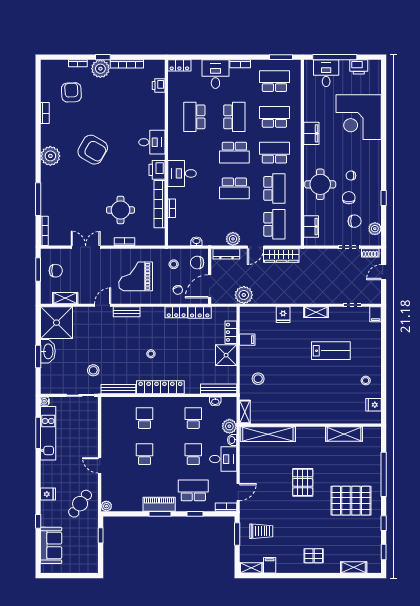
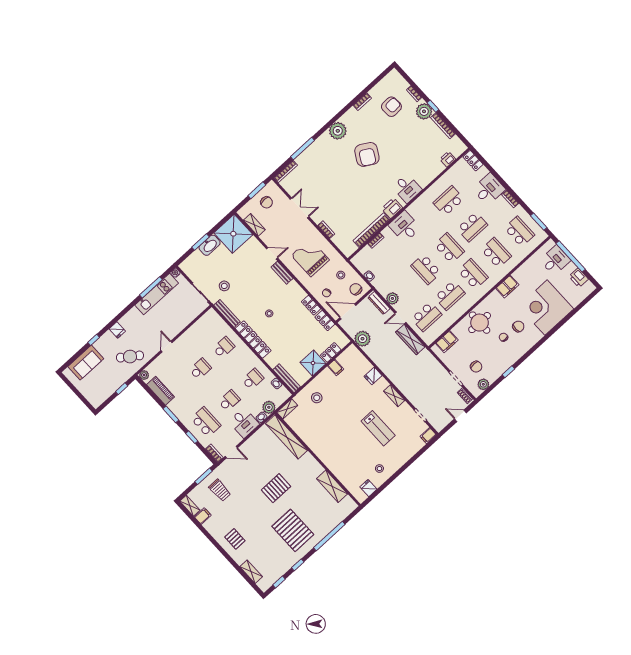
school desk: (234, 153) -> (449, 248), turned 180
chair: (349, 198) -> (518, 326), moved
round table: (120, 210) -> (344, 208), removed
piano: (159, 504) -> (161, 391), moved

